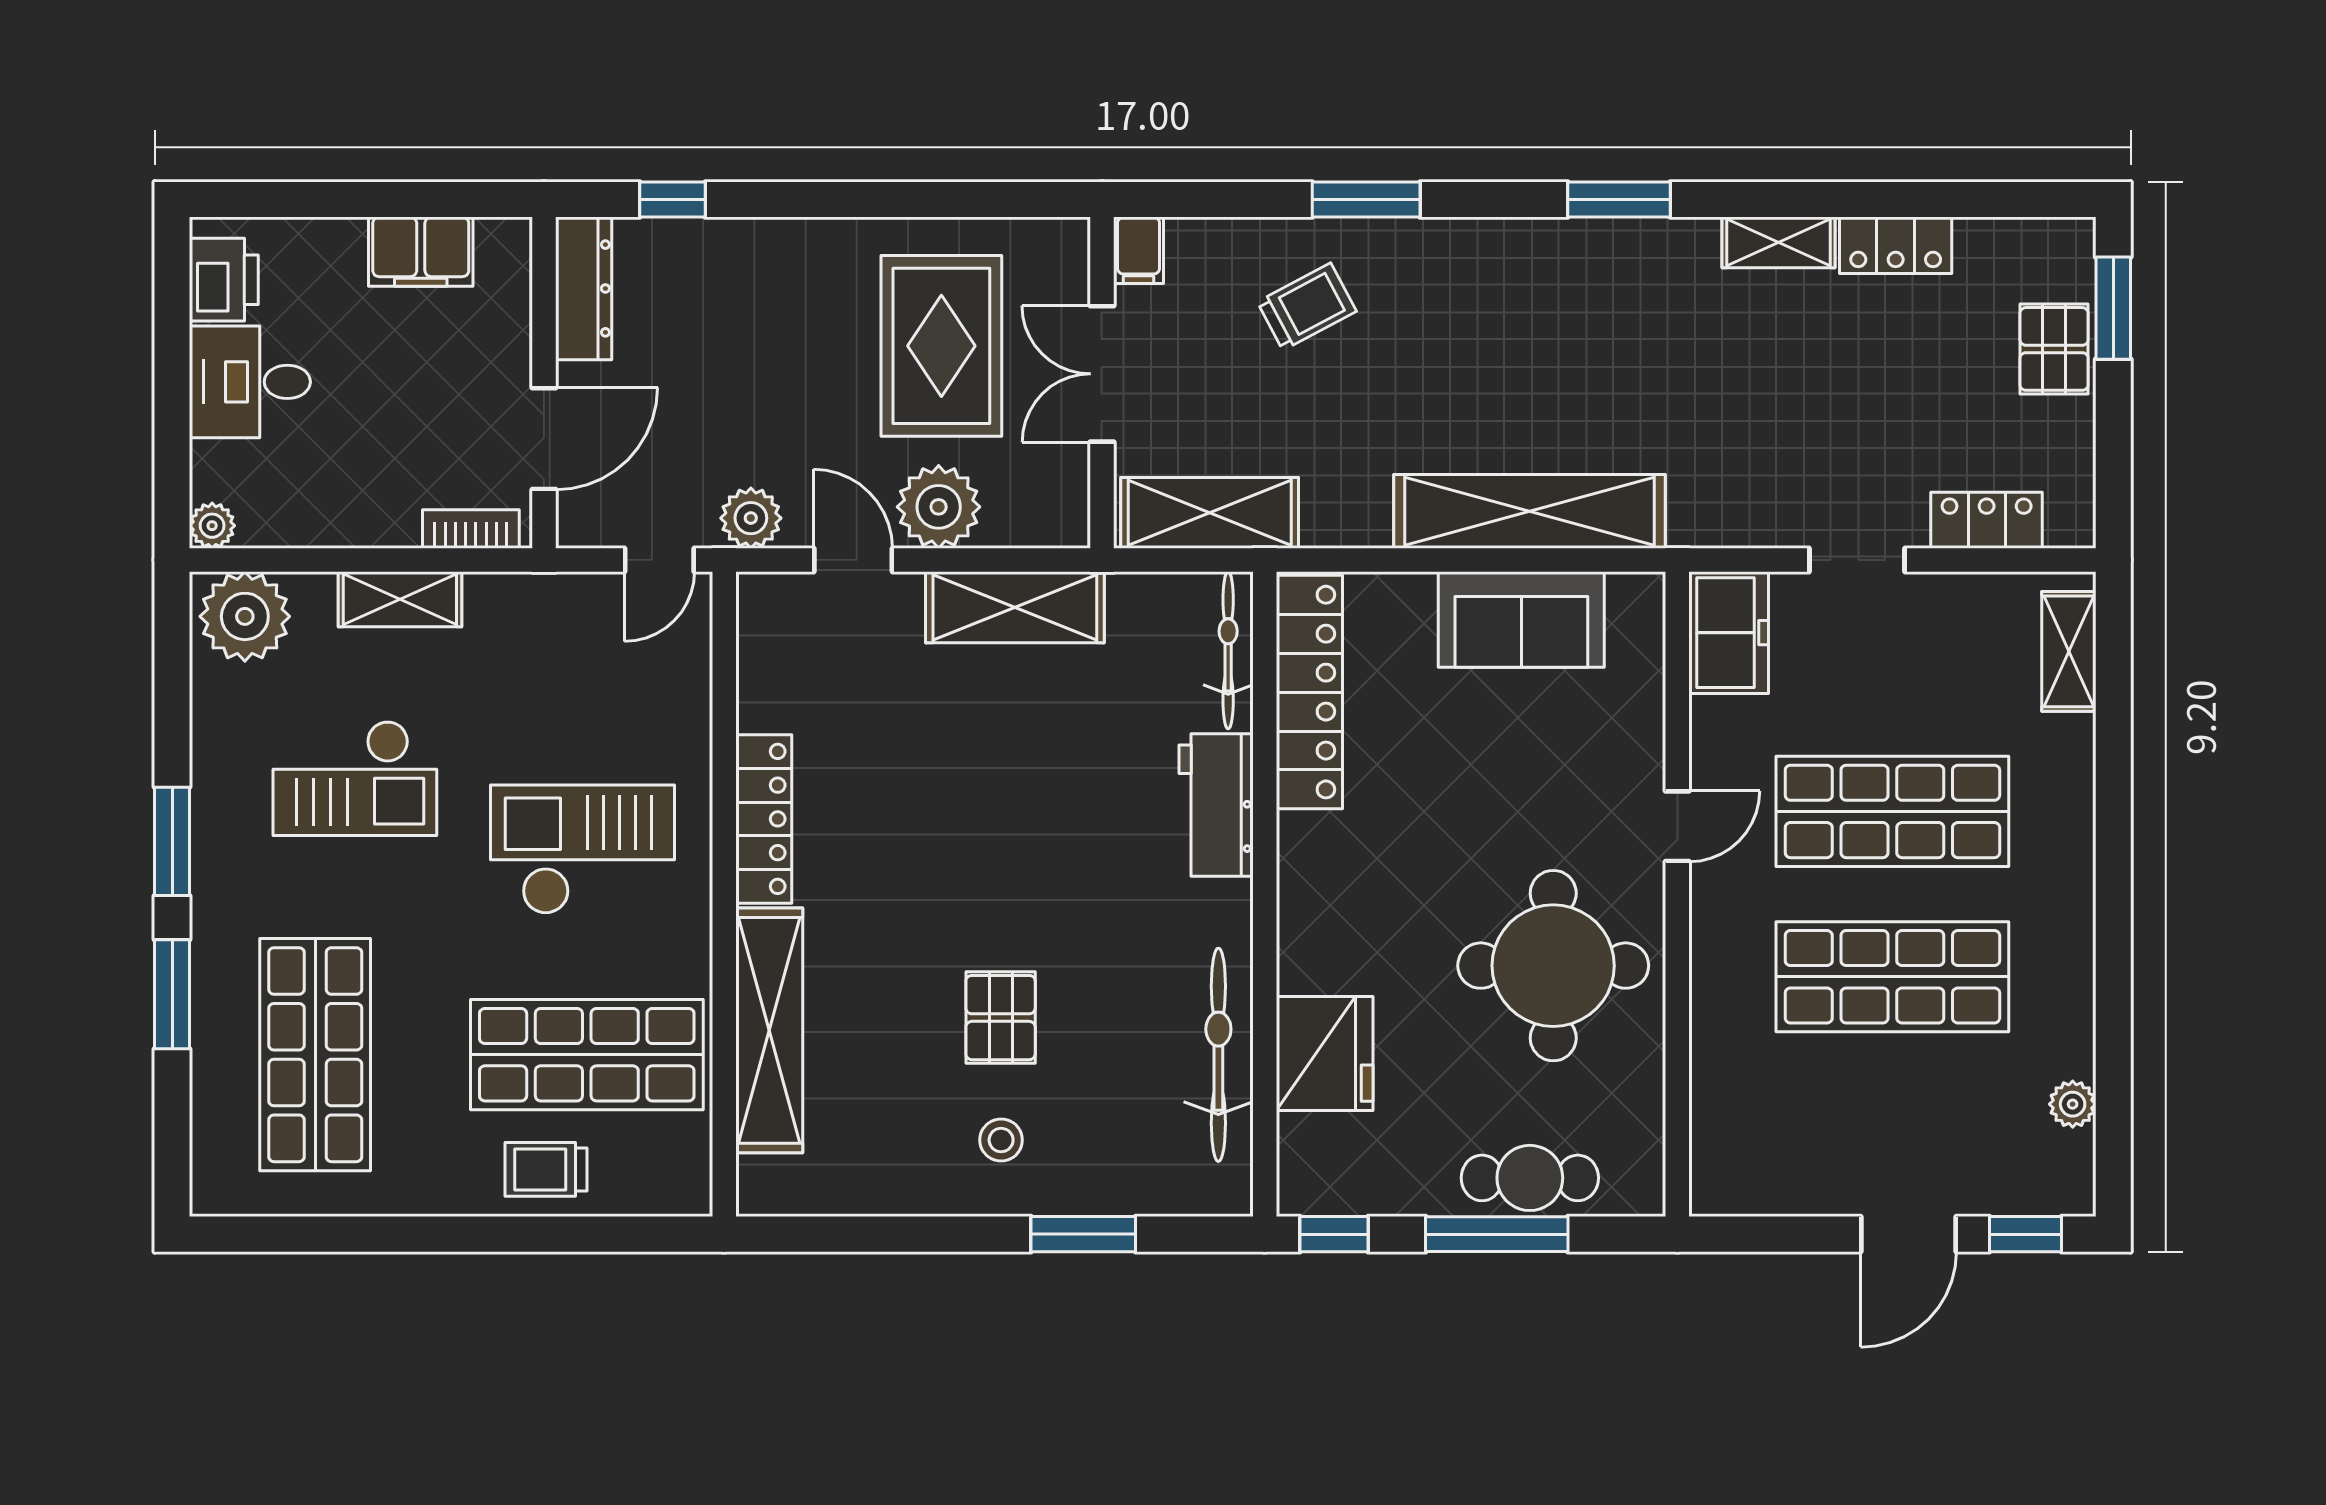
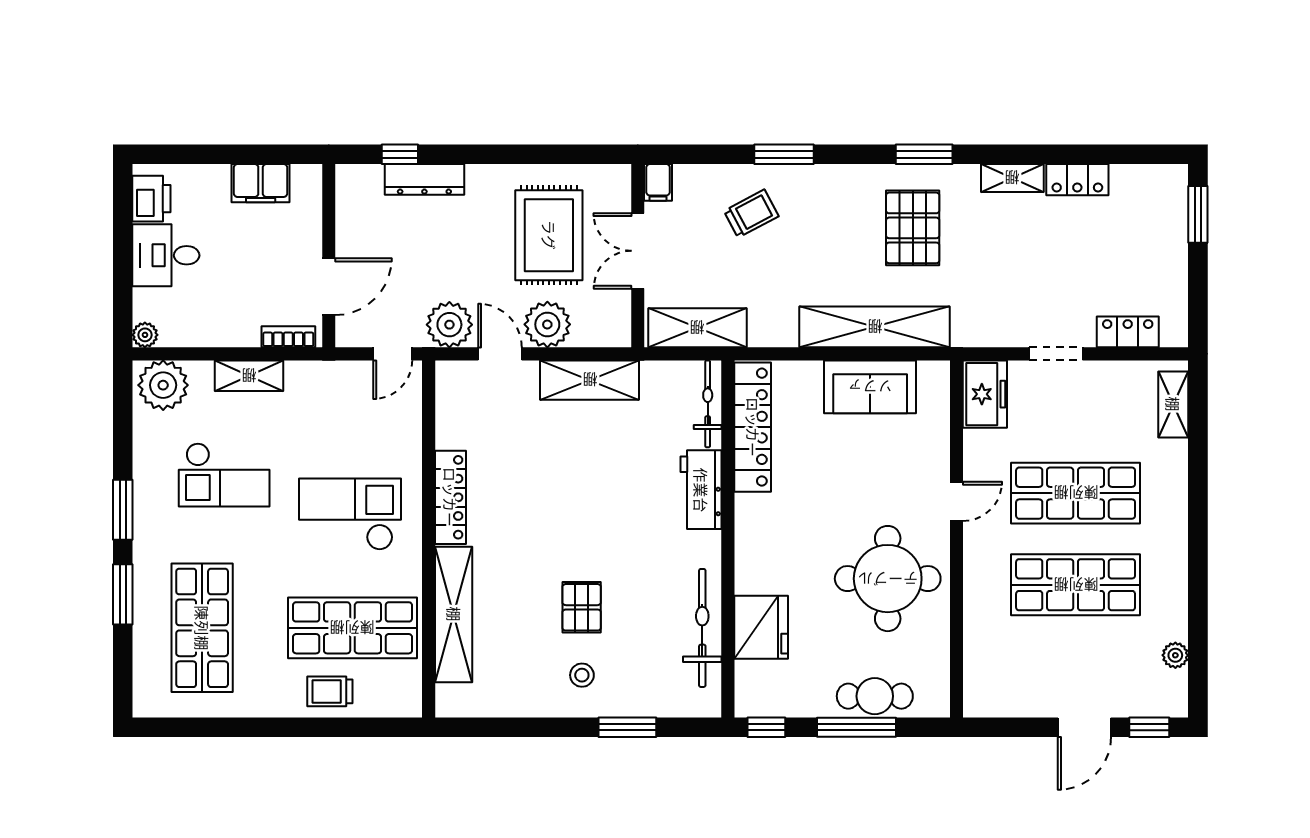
dresser: (584, 288) -> (424, 179), moved, turned 90
pallet: (2054, 349) -> (913, 228), moved, width x1.50, depth x1.42
plant: (751, 518) -> (449, 325), width x1.36, depth x1.36

